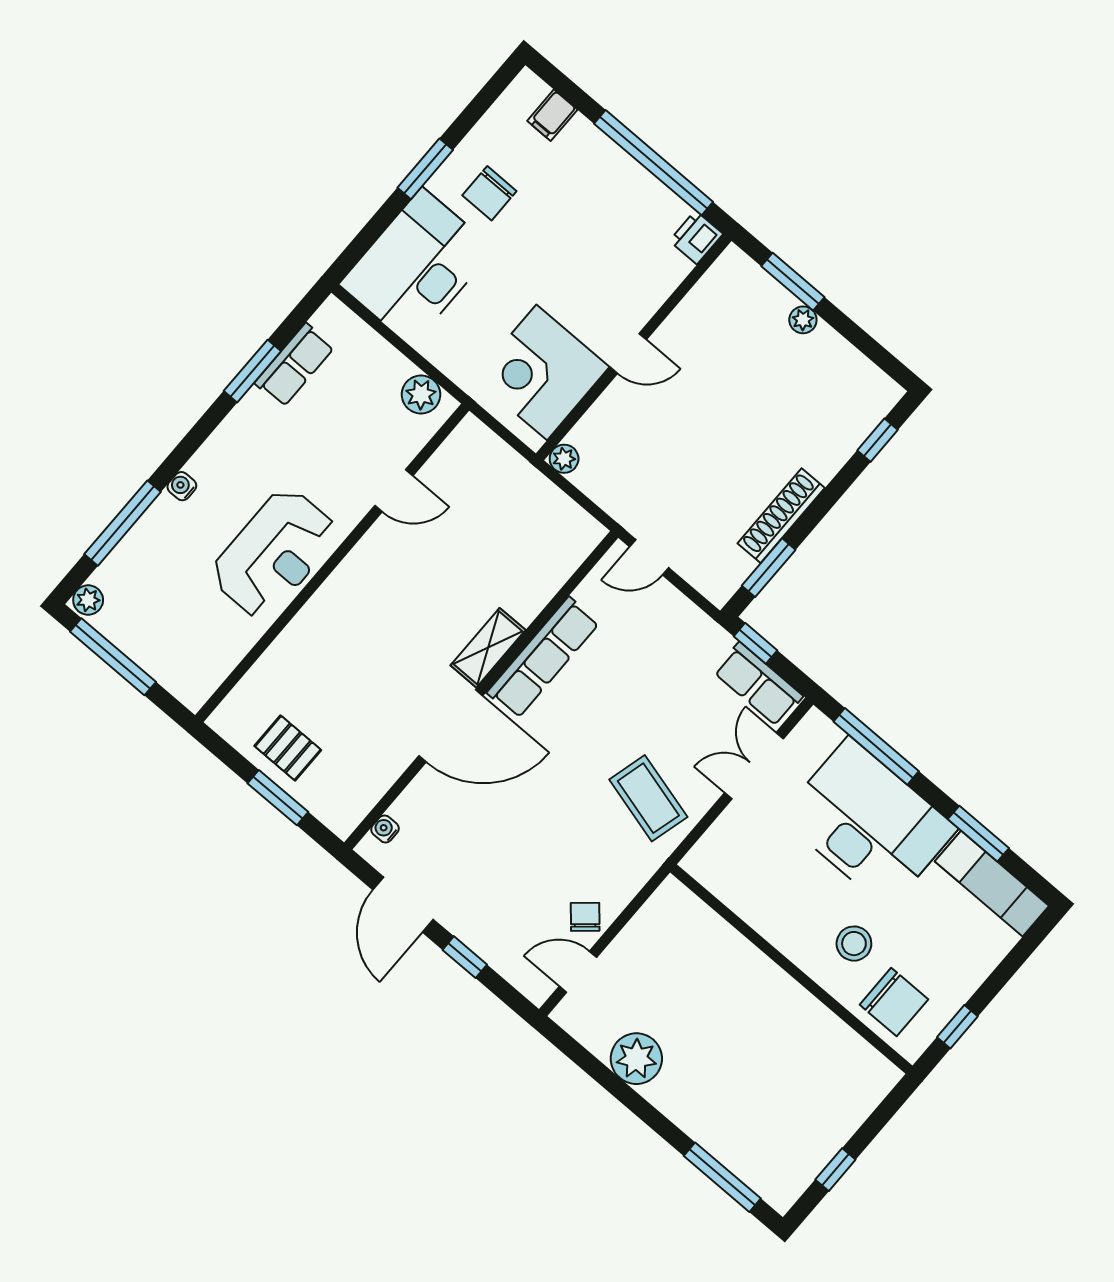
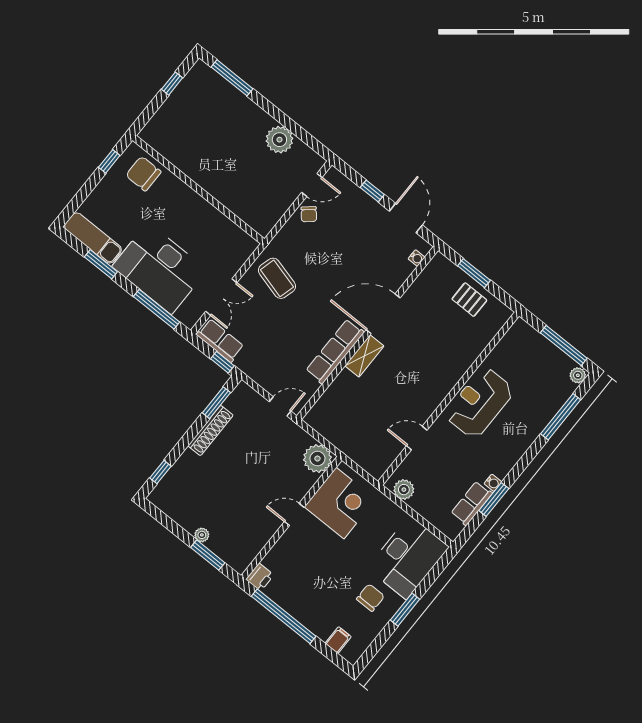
plant: (564, 459) -> (317, 459), width x1.87, depth x1.87
water cooler: (182, 486) -> (493, 483), moved
stool: (854, 944) -> (165, 204), removed

